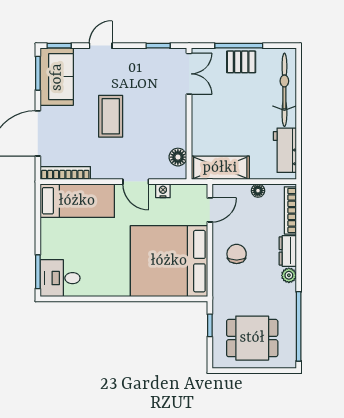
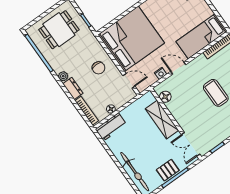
workbench: (285, 150) -> (111, 127), moved, turned 90
shelving: (220, 168) -> (162, 120), moved, turned 90
door: (210, 210) -> (129, 81), swing flipped

